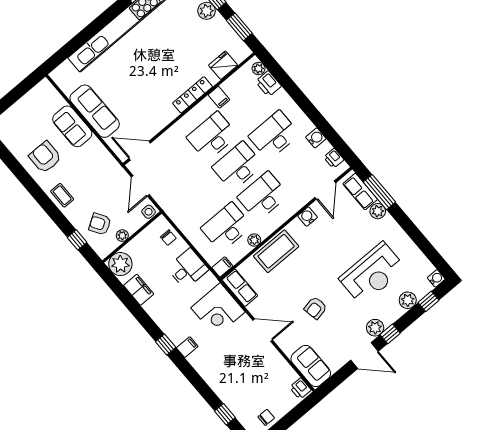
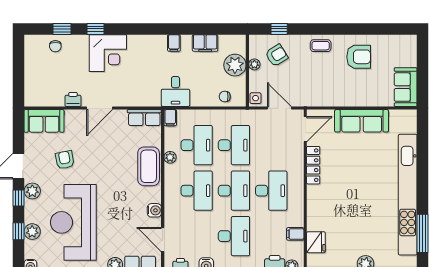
locker: (193, 95) -> (313, 165), moved
filing cabinet: (219, 97) -> (295, 234), moved
sofa: (72, 126) -> (406, 87), moved, turned -90
desk: (201, 197) -> (234, 145), added
plant: (120, 264) -> (235, 65), moved
desk: (188, 269) -> (175, 91), moved
reception desk: (372, 273) -> (73, 222), width x1.36, depth x1.30
window: (428, 301) -> (19, 231), moved
armchair: (315, 308) -> (65, 160), moved
corner desk: (218, 310) -> (108, 53), moved, turned 180
window: (166, 344) -> (96, 29), moved
filing cabinet: (187, 347) -> (174, 43), moved
printer: (300, 389) -> (73, 99), moved
chair: (266, 417) -> (55, 46), moved

